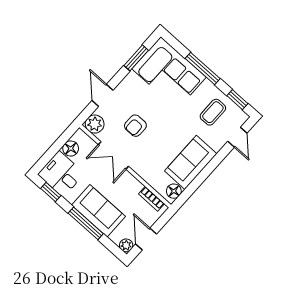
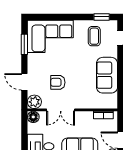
window: (203, 69) -> (67, 17), removed
armchair: (135, 126) -> (58, 82), turned 90
floor lamp: (71, 148) -> (33, 117), moved
floor lamp: (174, 191) -> (112, 100), removed

